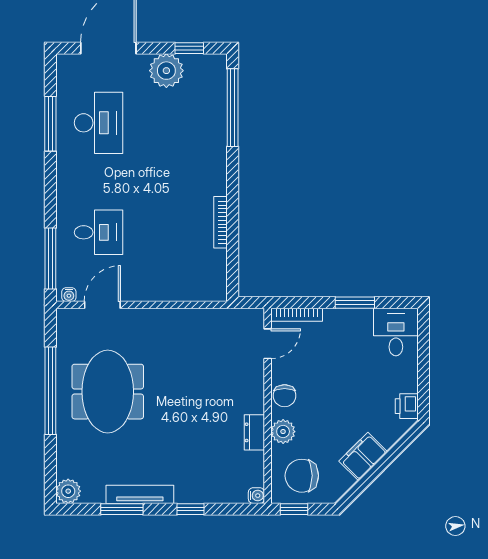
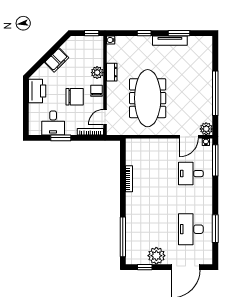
desk: (396, 332) -> (53, 123), moved
meeting table: (108, 392) -> (148, 98), moved, width x1.36
printer: (407, 406) -> (37, 91), width x1.87, depth x1.48
chair: (302, 476) -> (75, 97), moved
plant: (68, 491) -> (206, 129), moved

